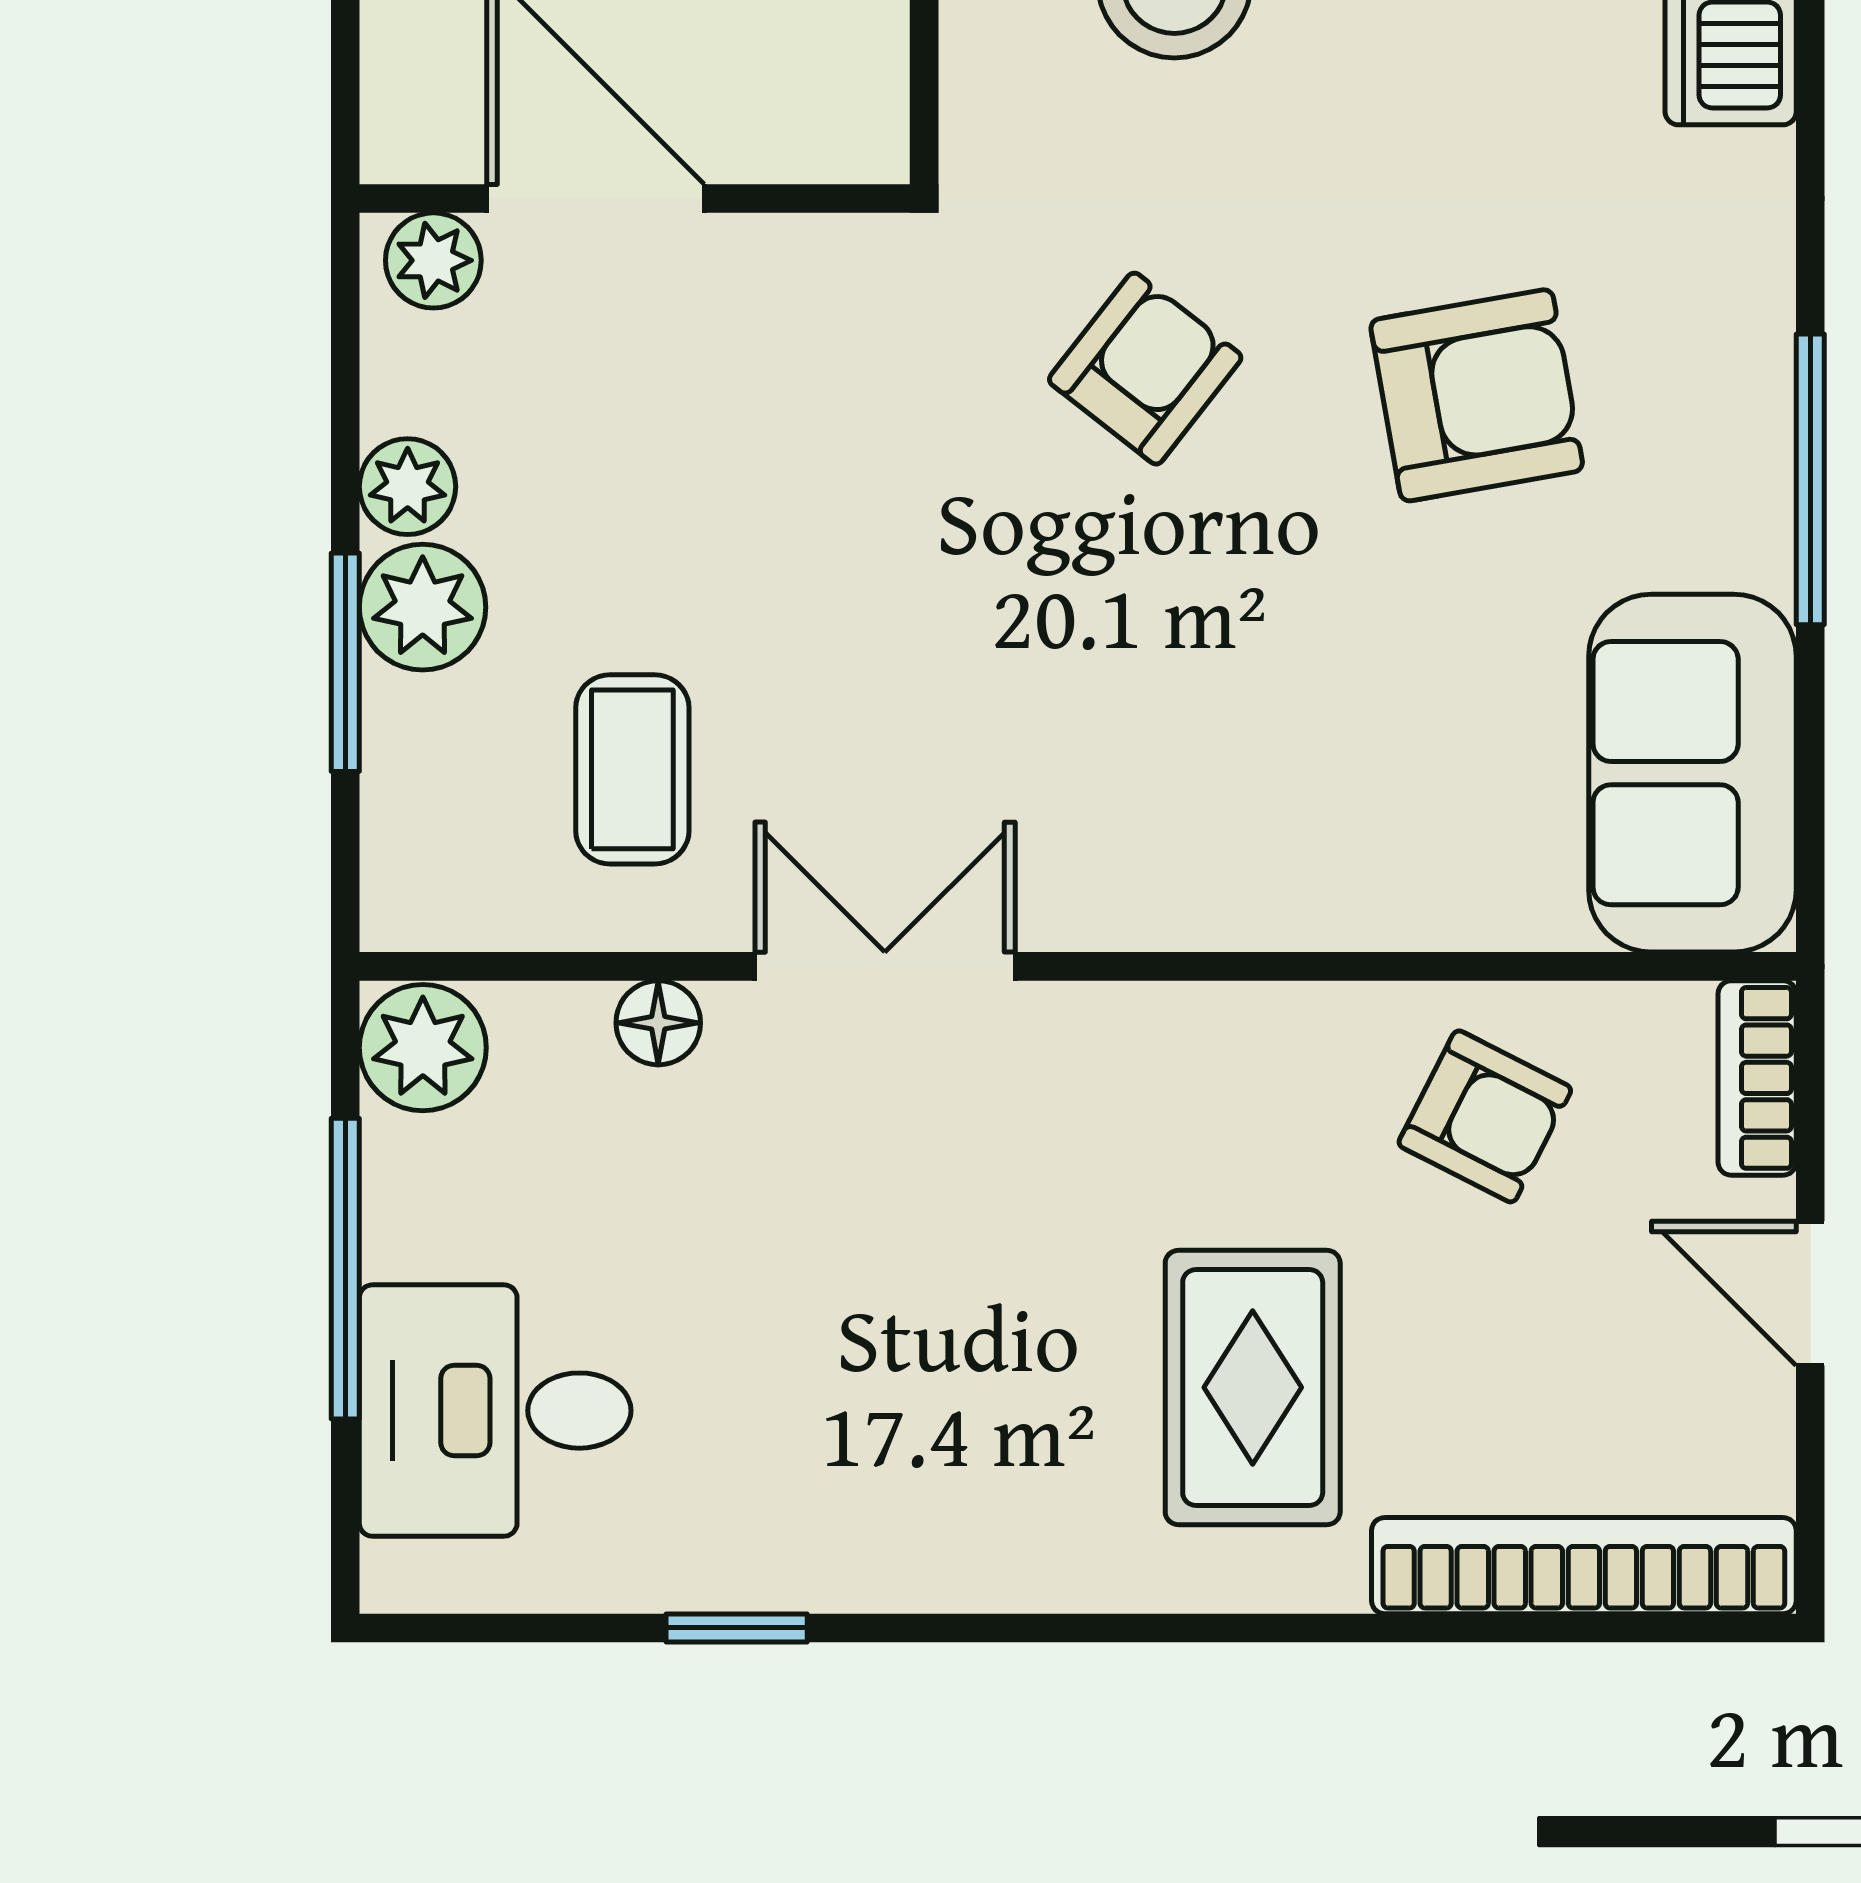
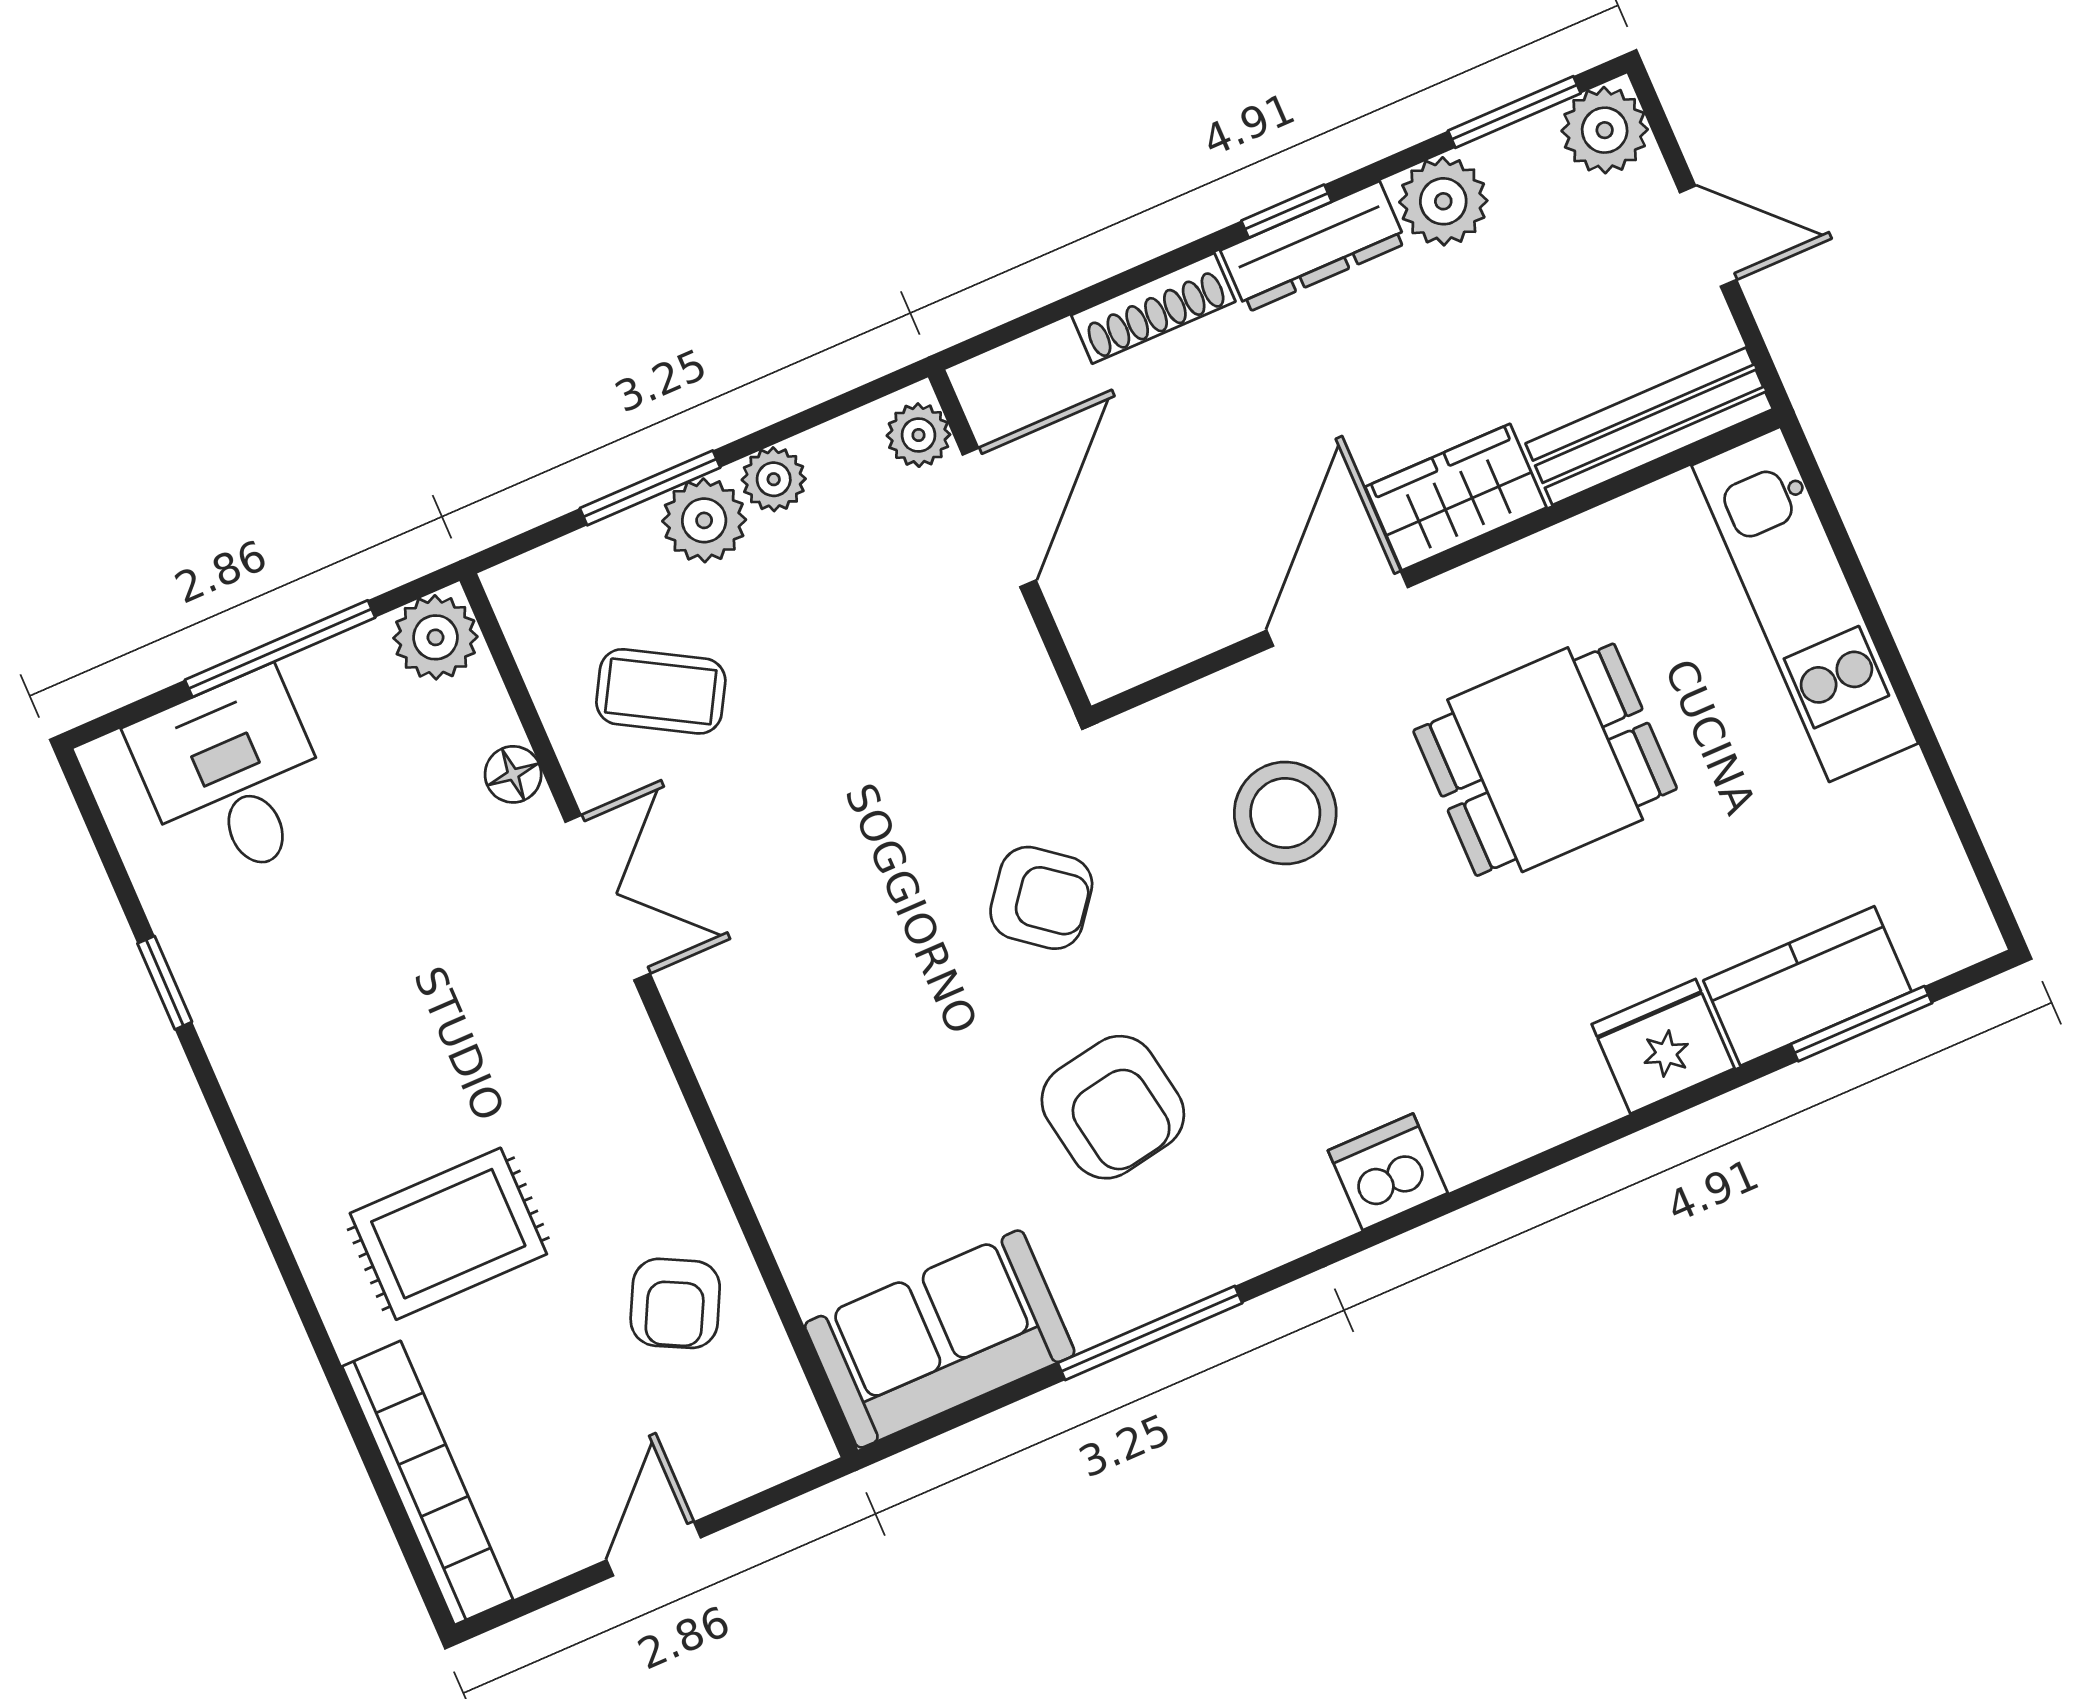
coffee table: (632, 769) -> (661, 691), turned 30
bookcase: (1757, 1078) -> (771, 1459), removed

